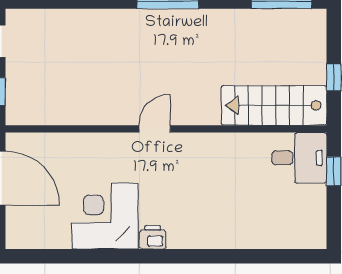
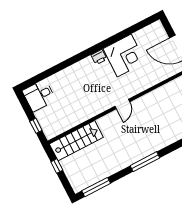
desk: (299, 158) -> (39, 95), moved

